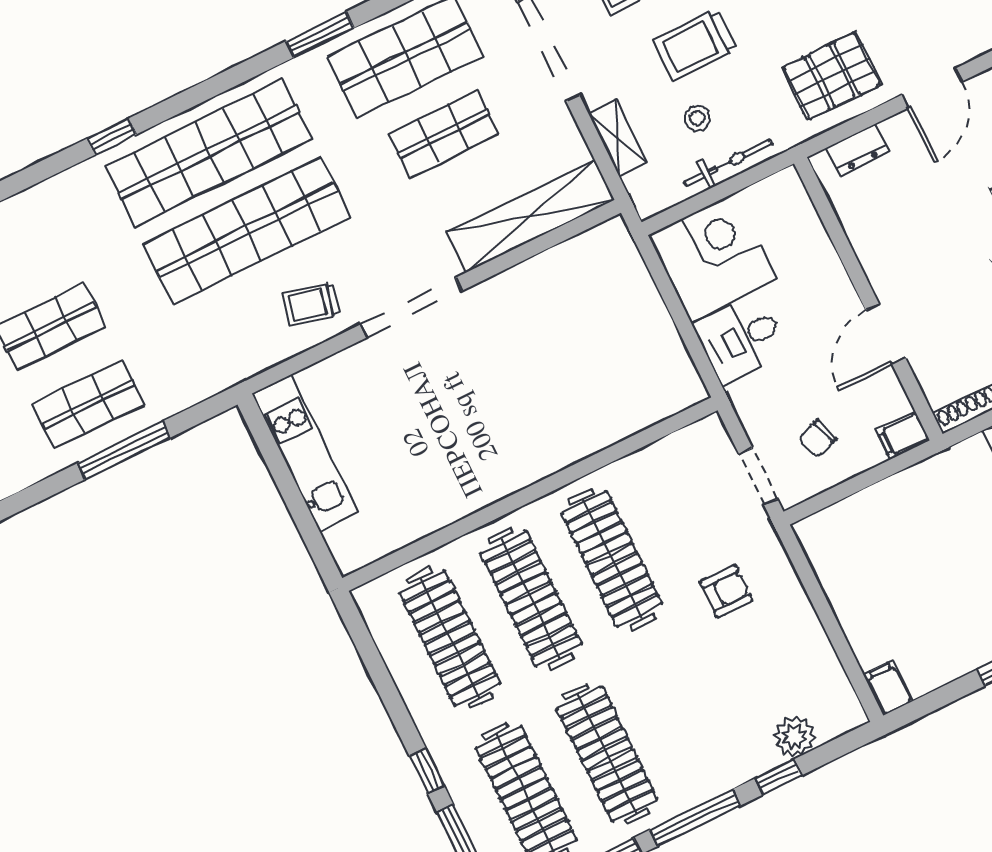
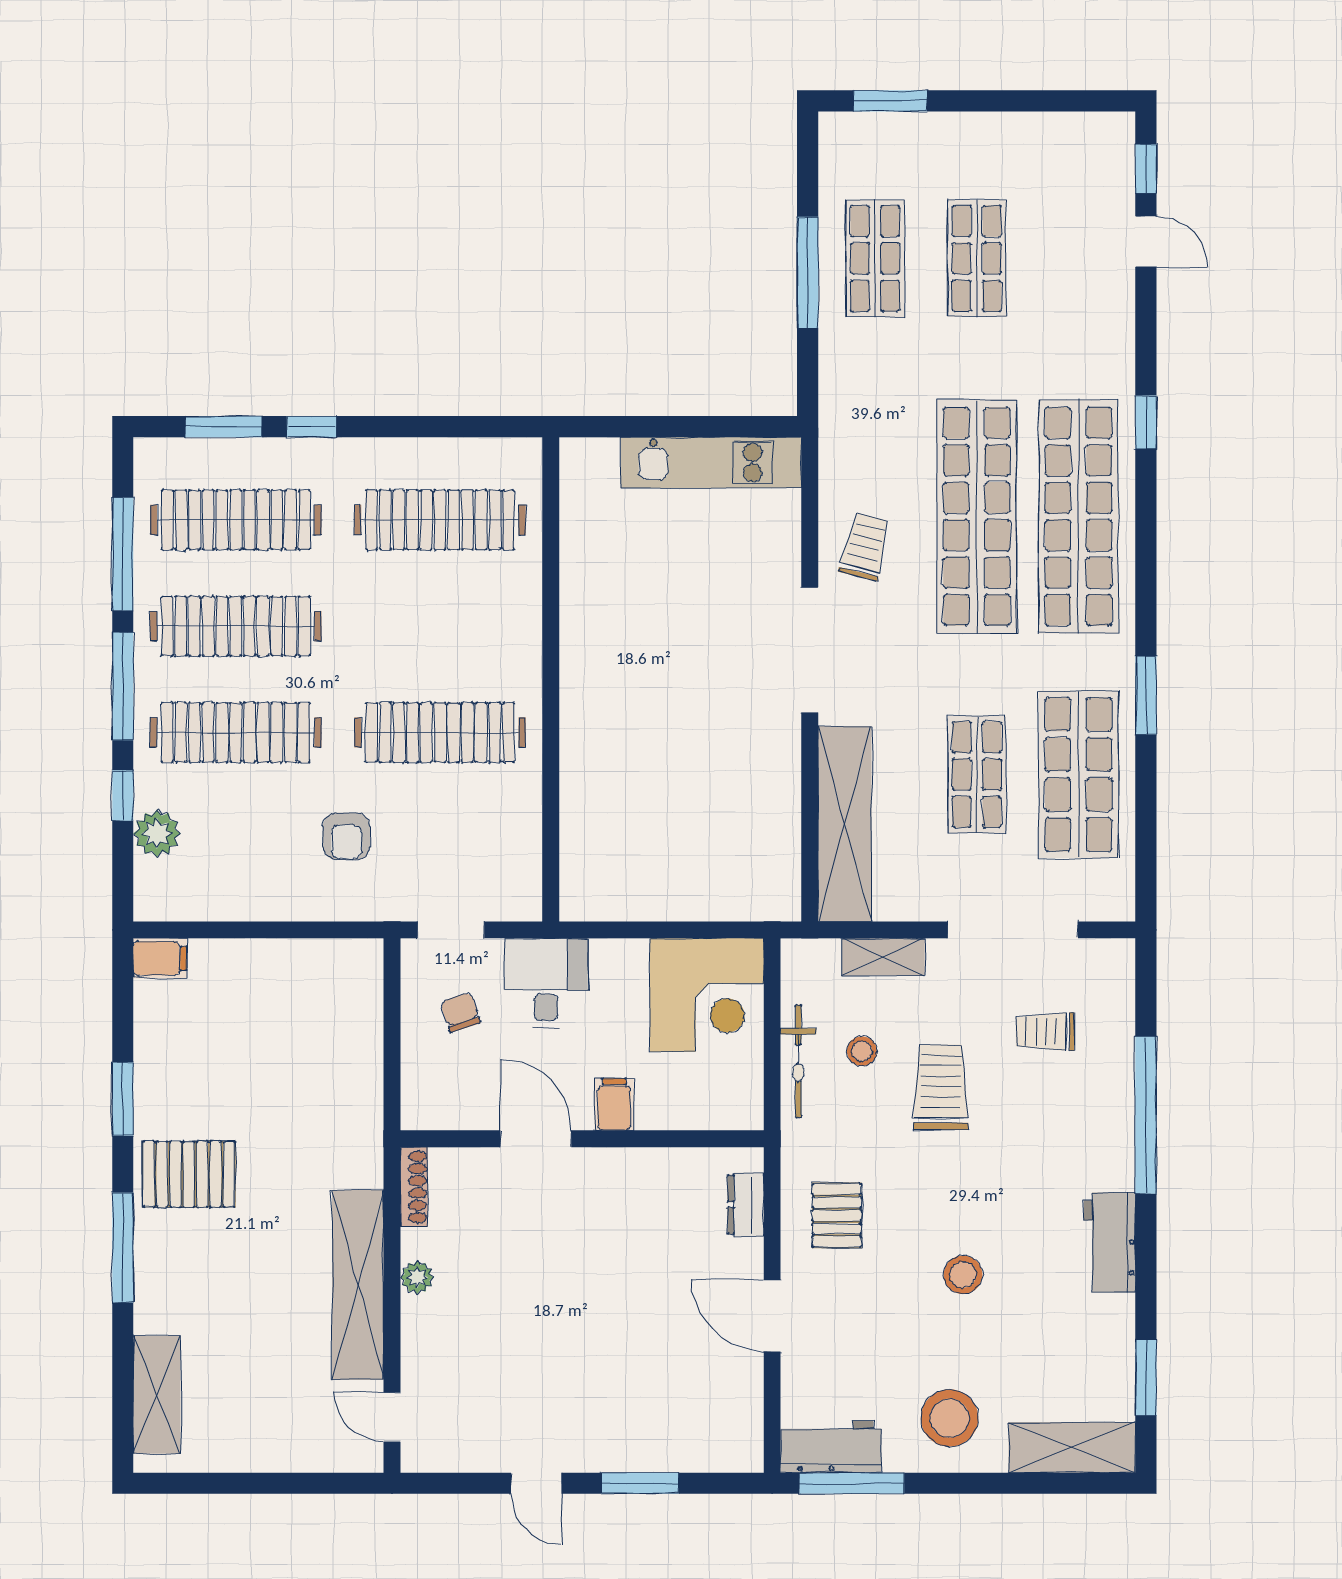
pallet: (832, 76) -> (837, 1215), width x0.67, depth x0.71
desk: (741, 339) -> (546, 983), moved
filing cabinet: (903, 435) -> (614, 1104), moved
clothes rail: (531, 598) -> (236, 732), moved

